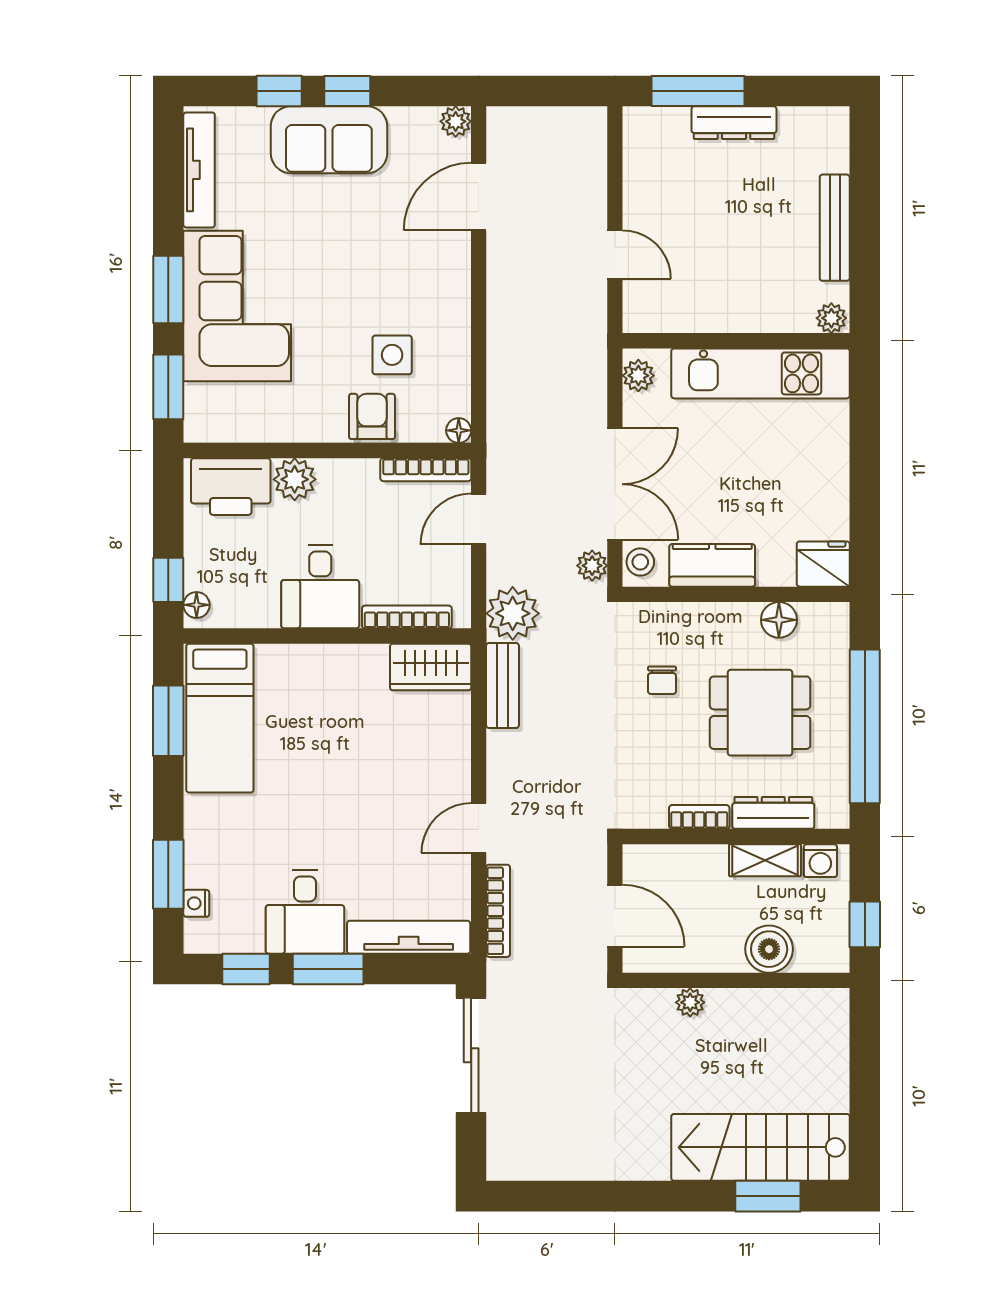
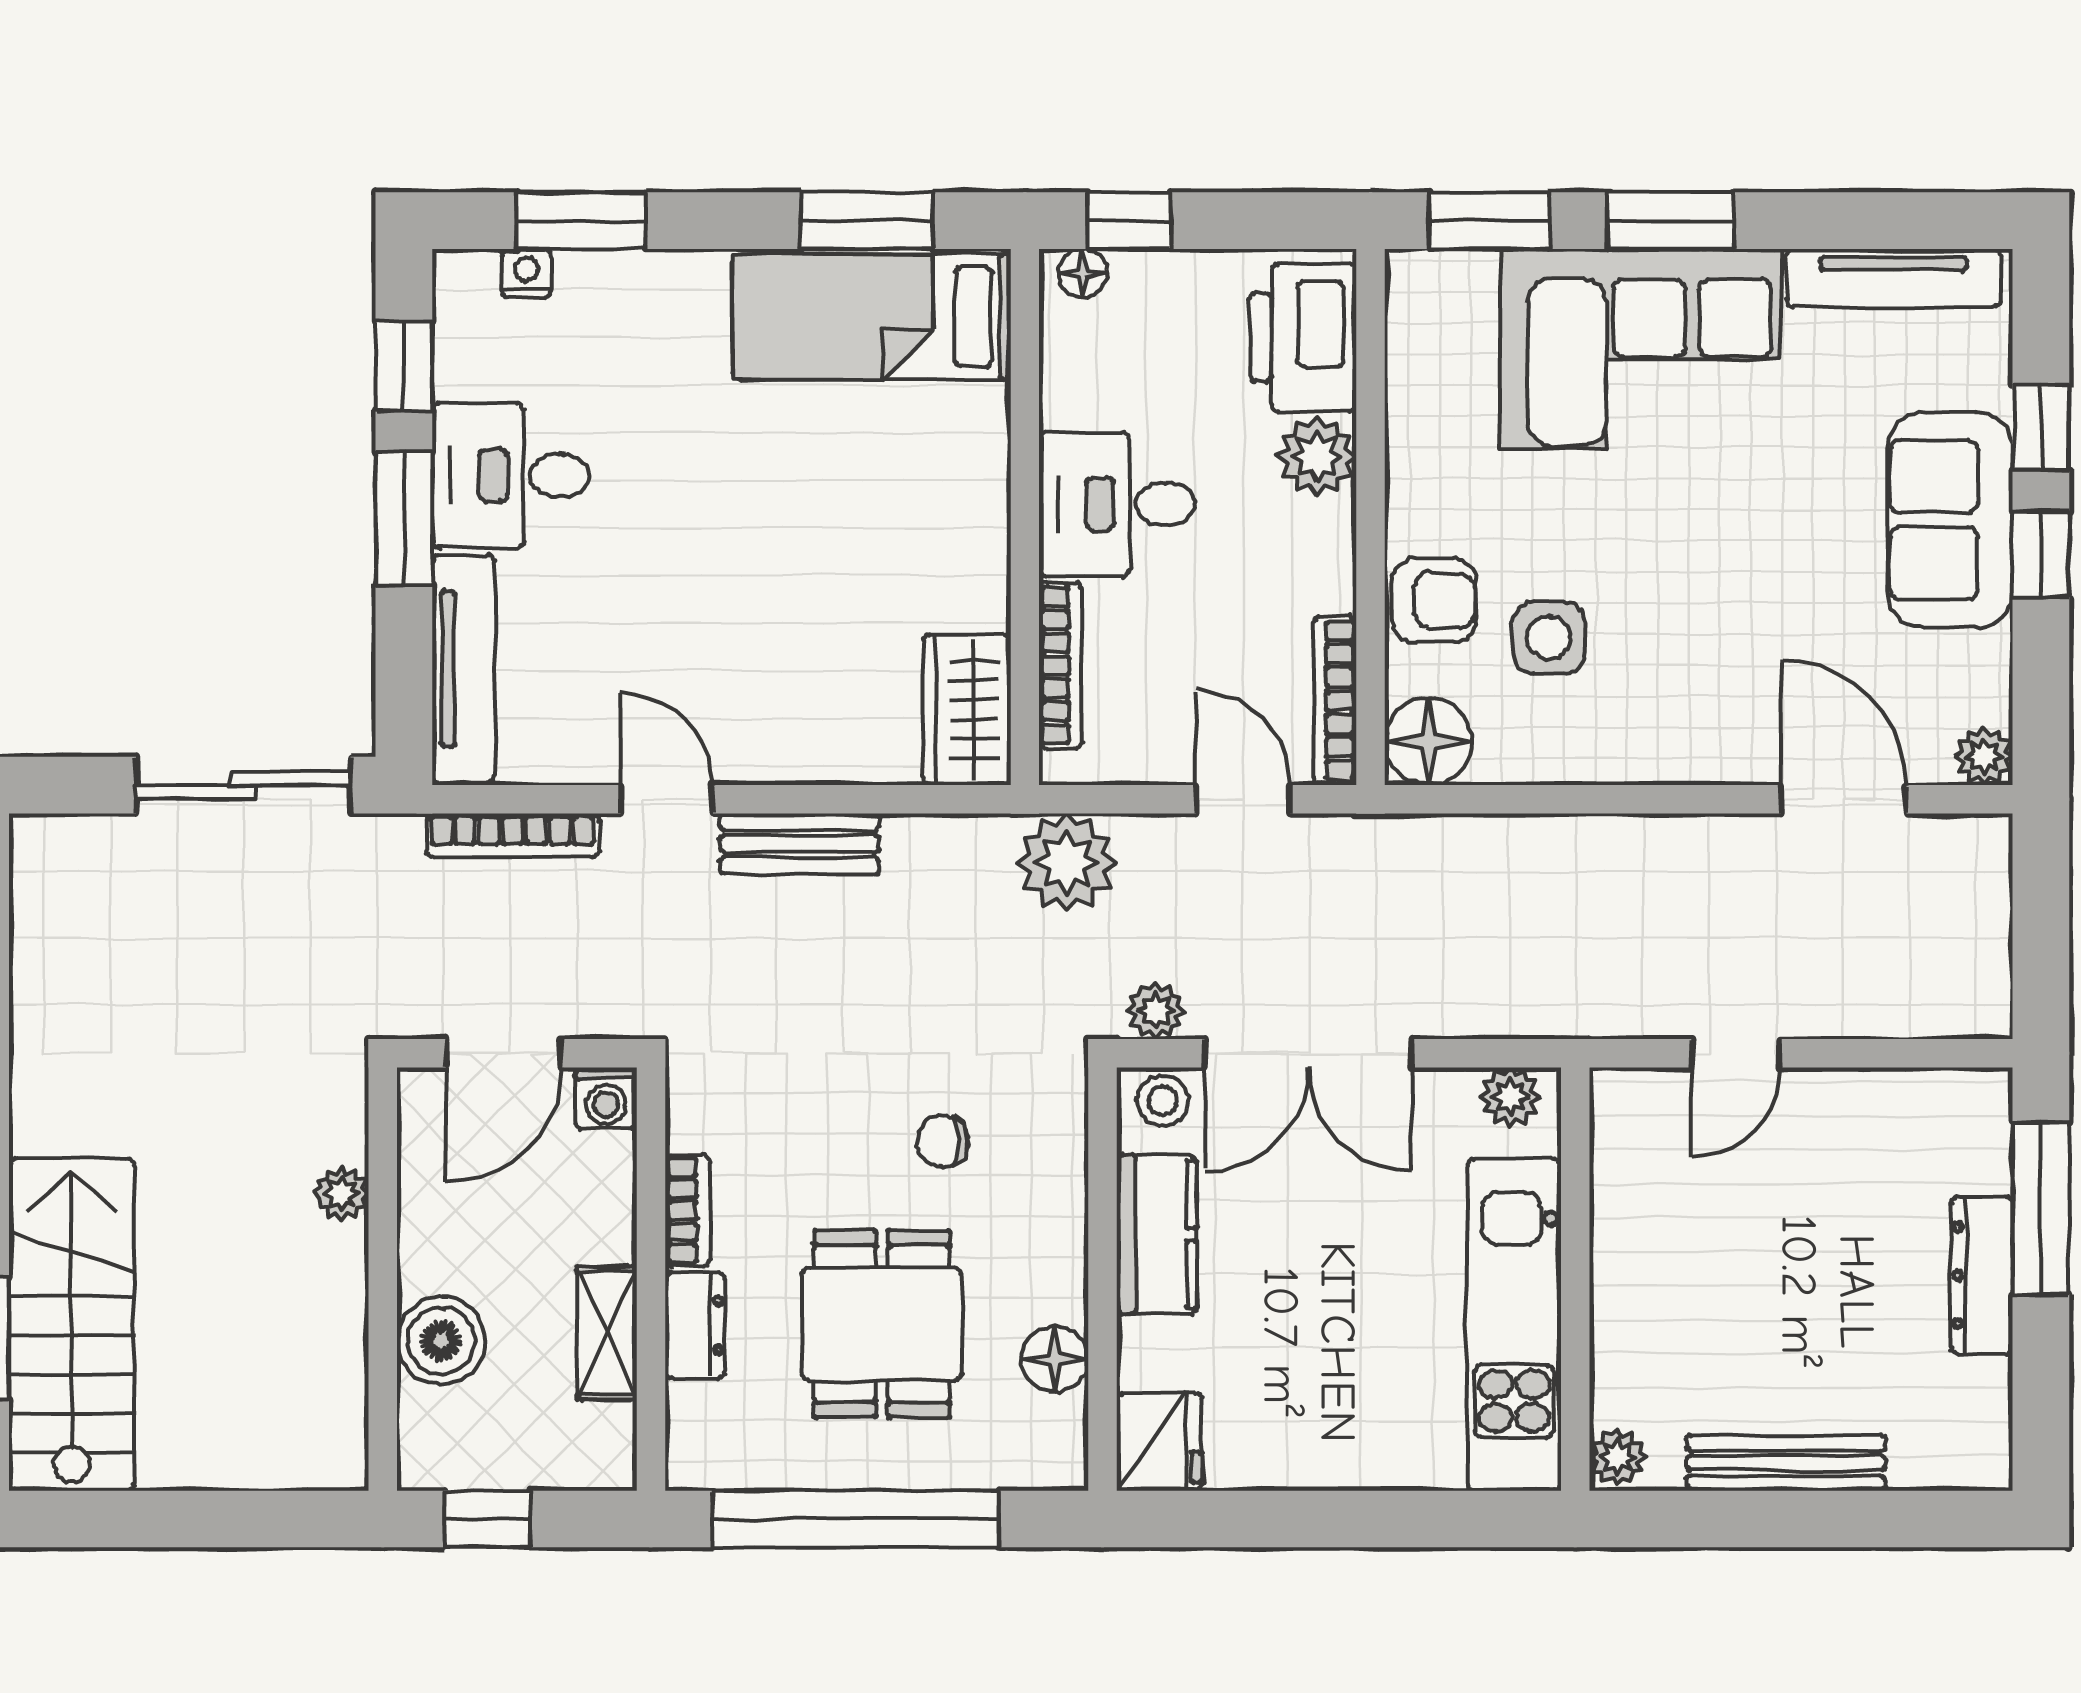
floor lamp: (459, 430) -> (1428, 741), width x1.89, depth x1.89
bench: (503, 686) -> (800, 844), moved
dresser: (773, 813) -> (695, 1325), width x0.70
washing machine: (820, 861) -> (606, 1098), moved, turned -90

